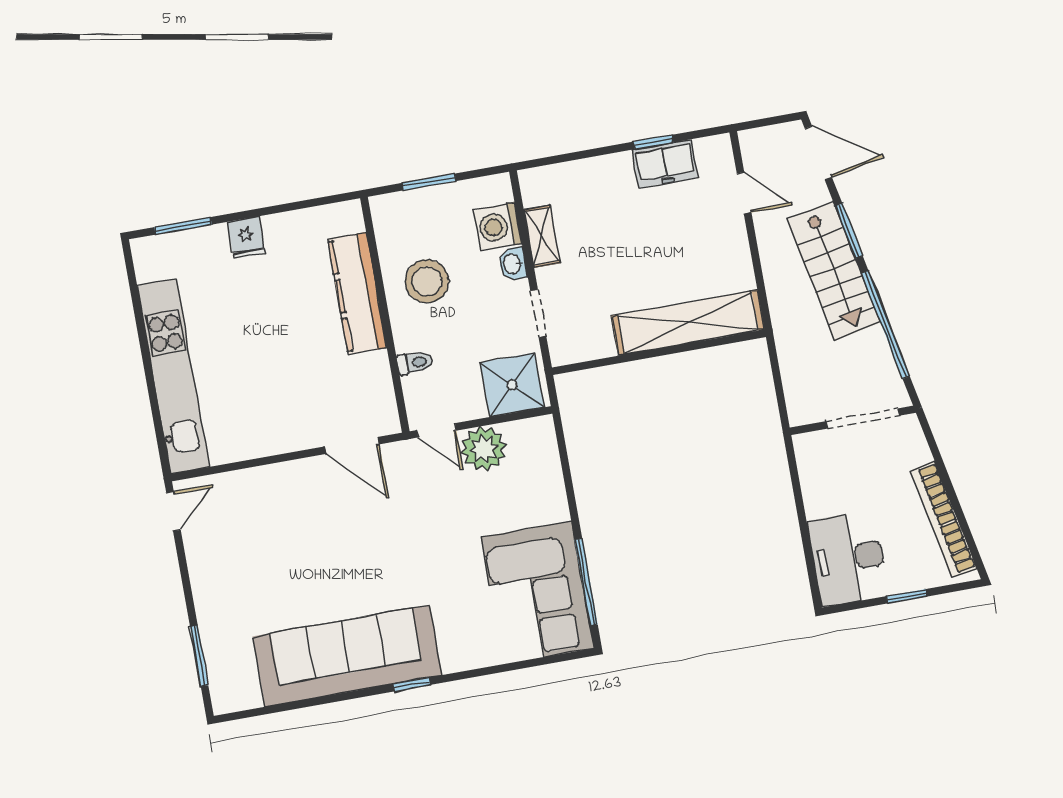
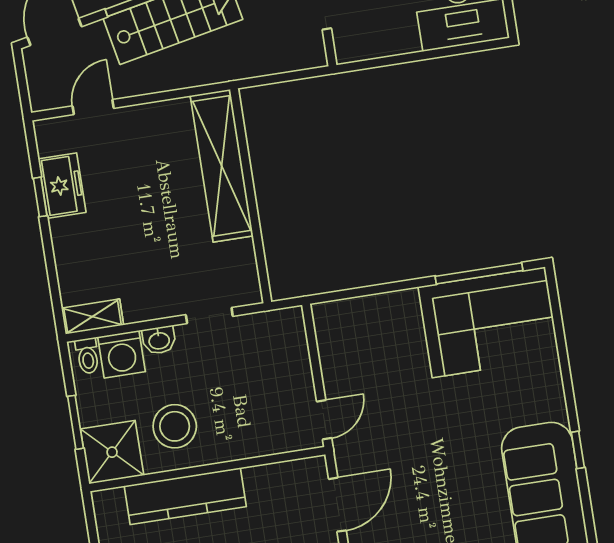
shelving: (542, 237) -> (93, 317), moved
toilet: (415, 363) -> (87, 356), moved, turned 180
shower: (512, 385) -> (112, 452), moved
plant: (484, 449) -> (344, 373), removed

